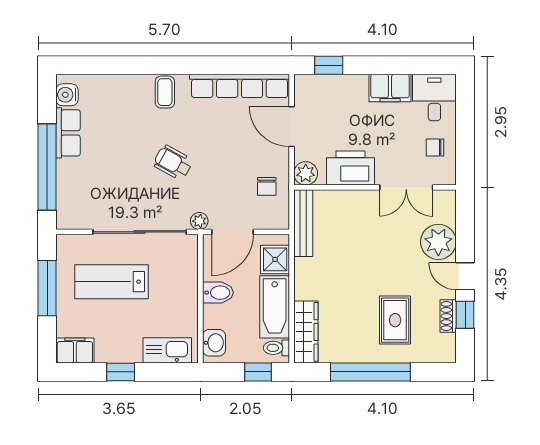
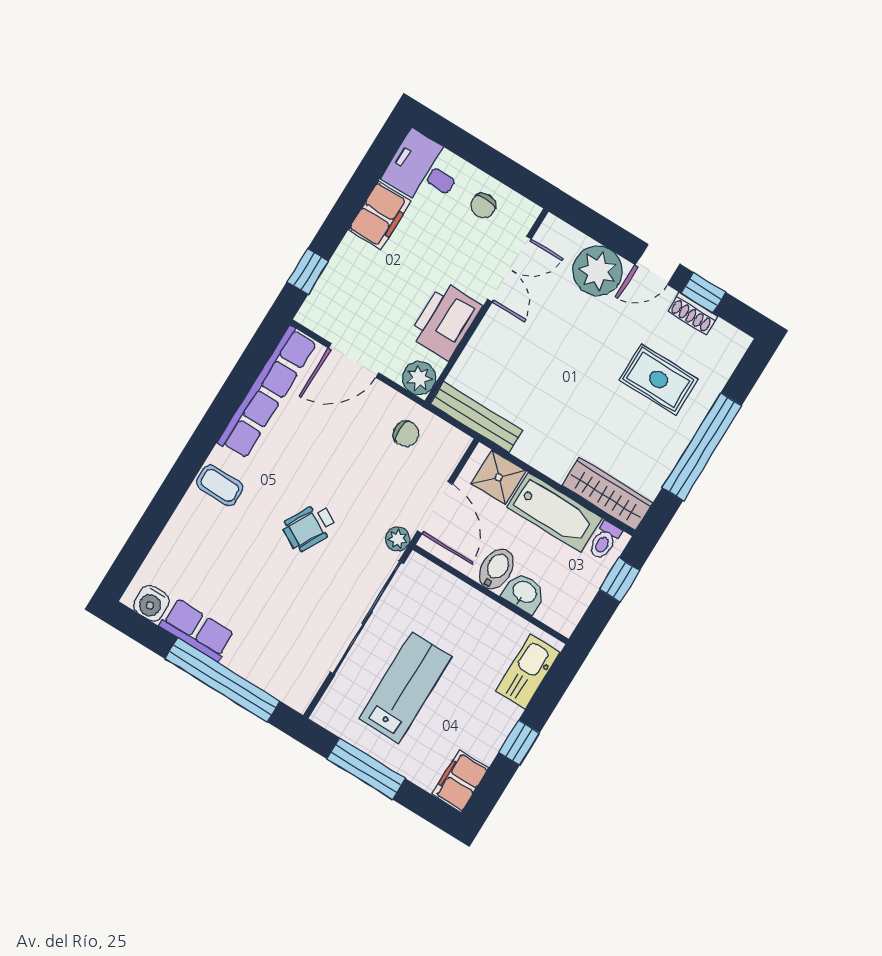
lab bench: (112, 282) -> (405, 687), turned 180
washbasin: (214, 343) -> (524, 593), moved

